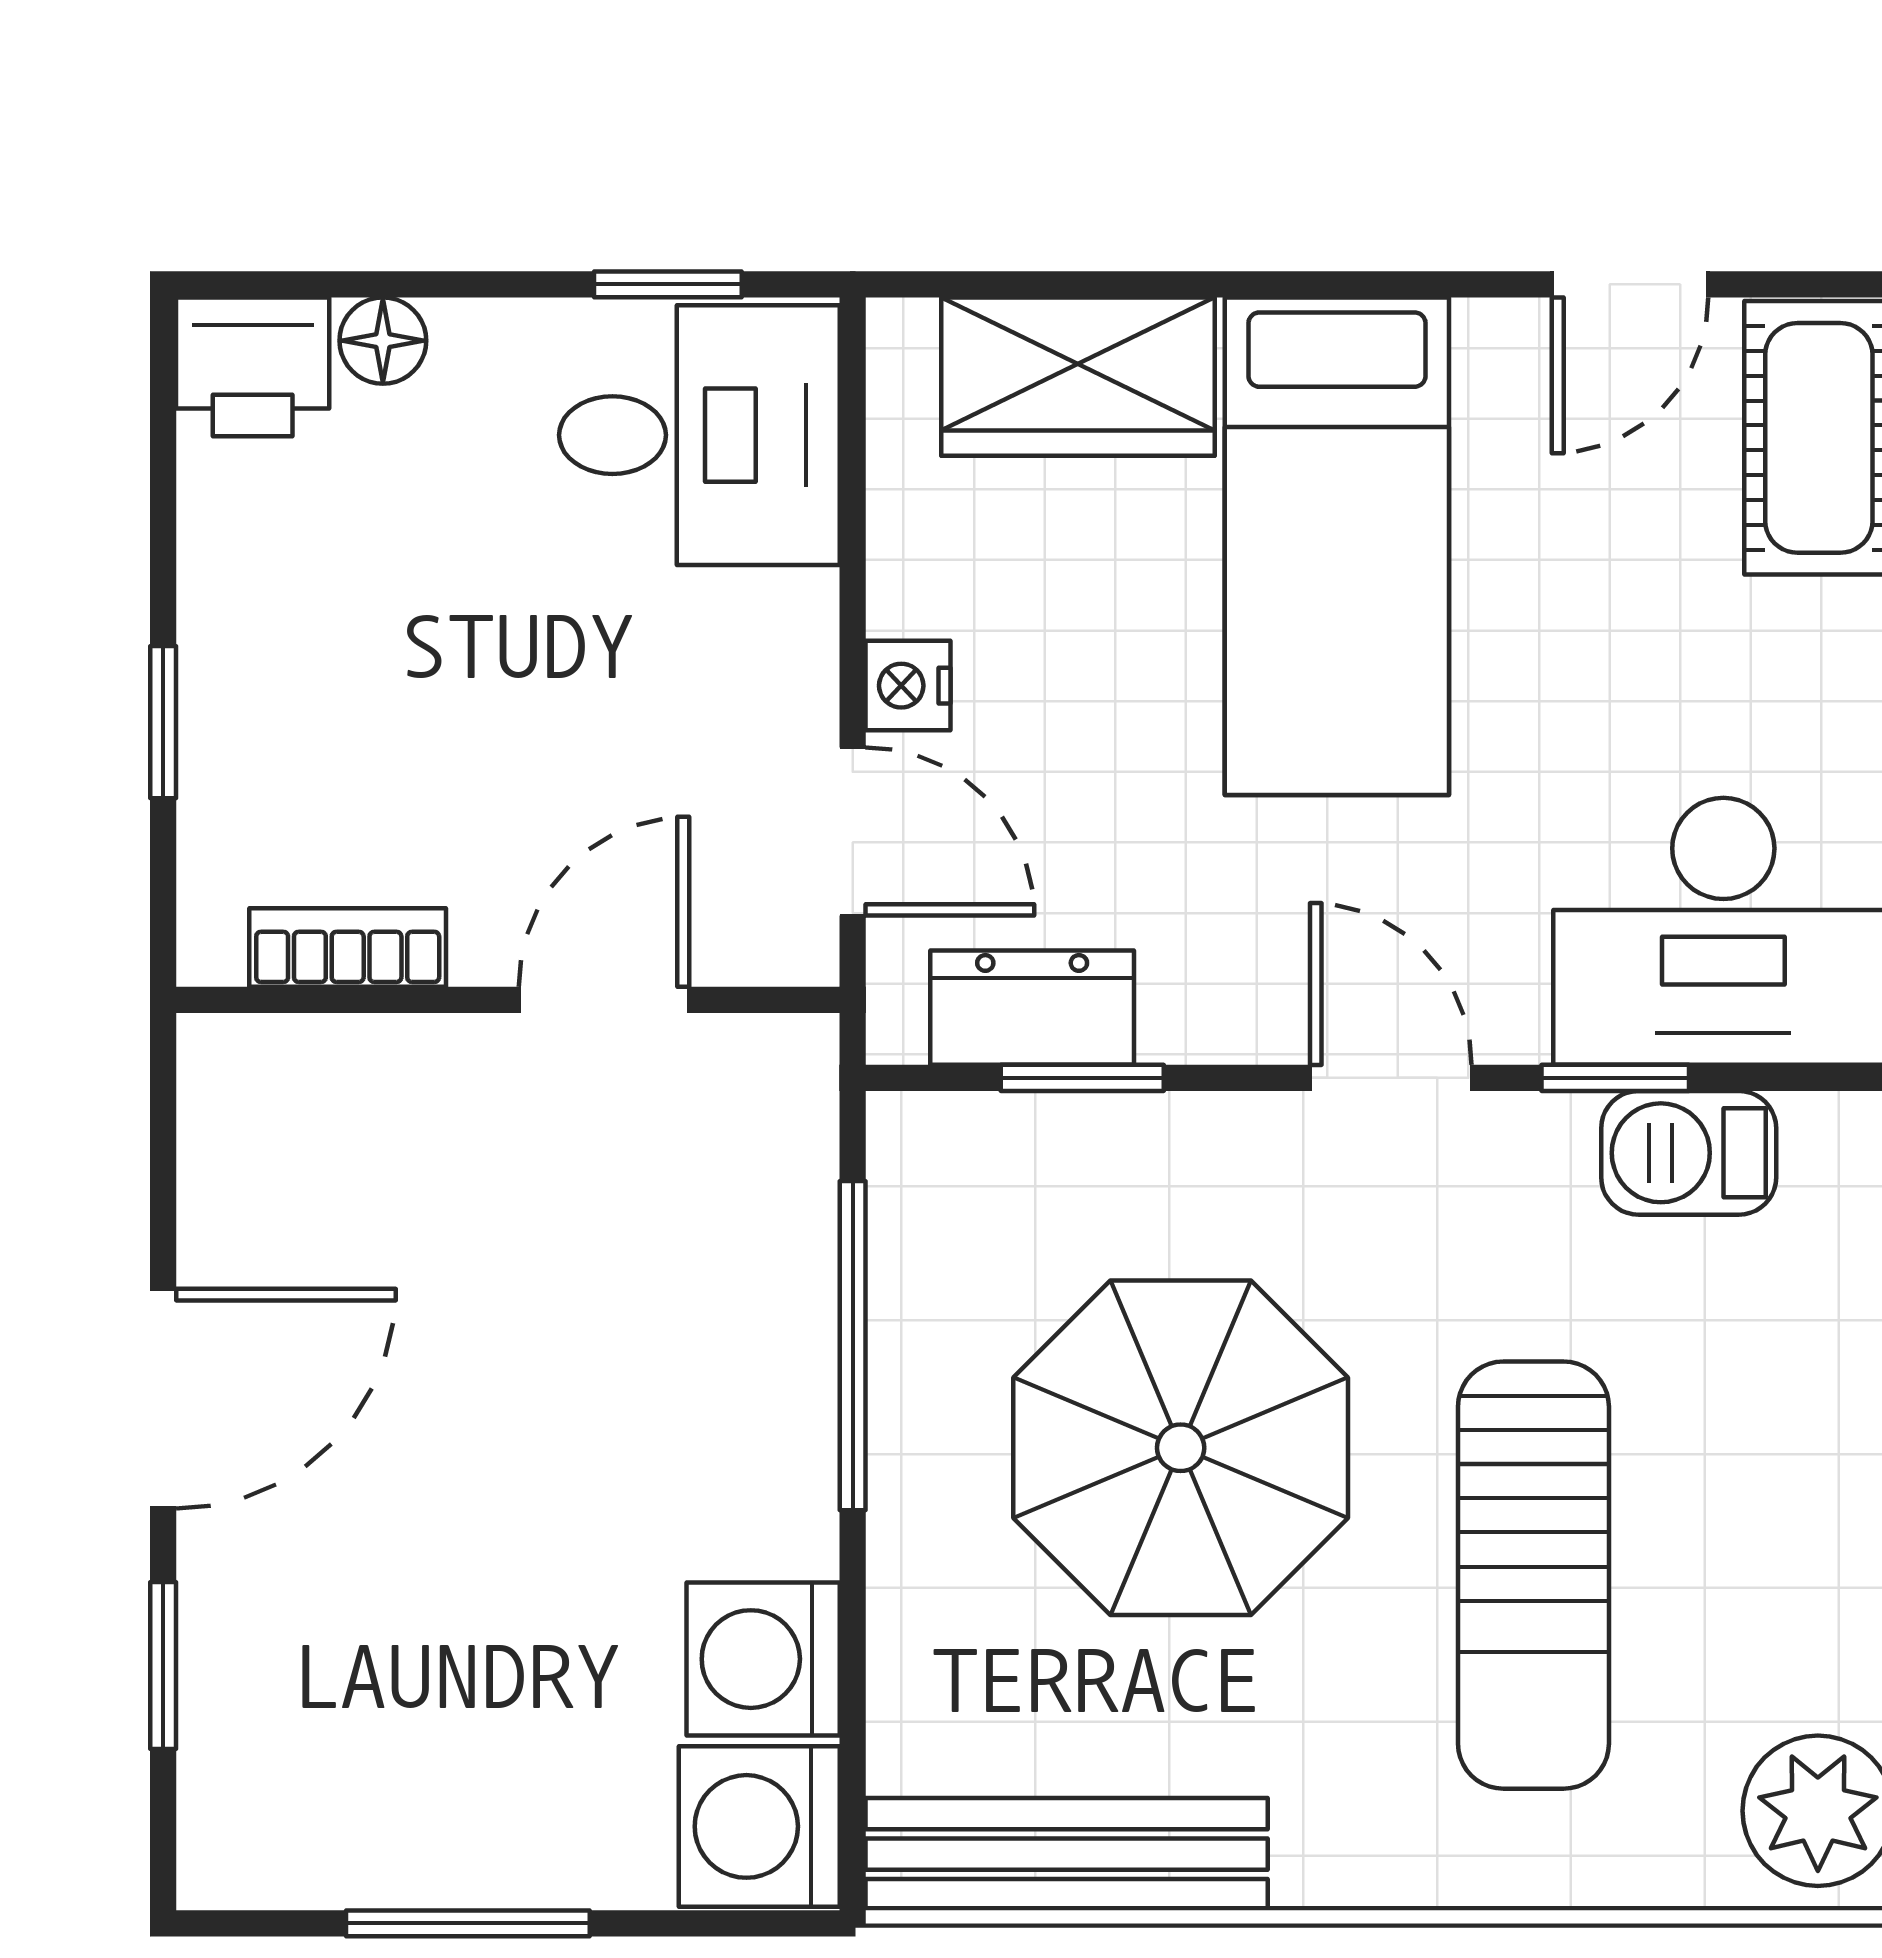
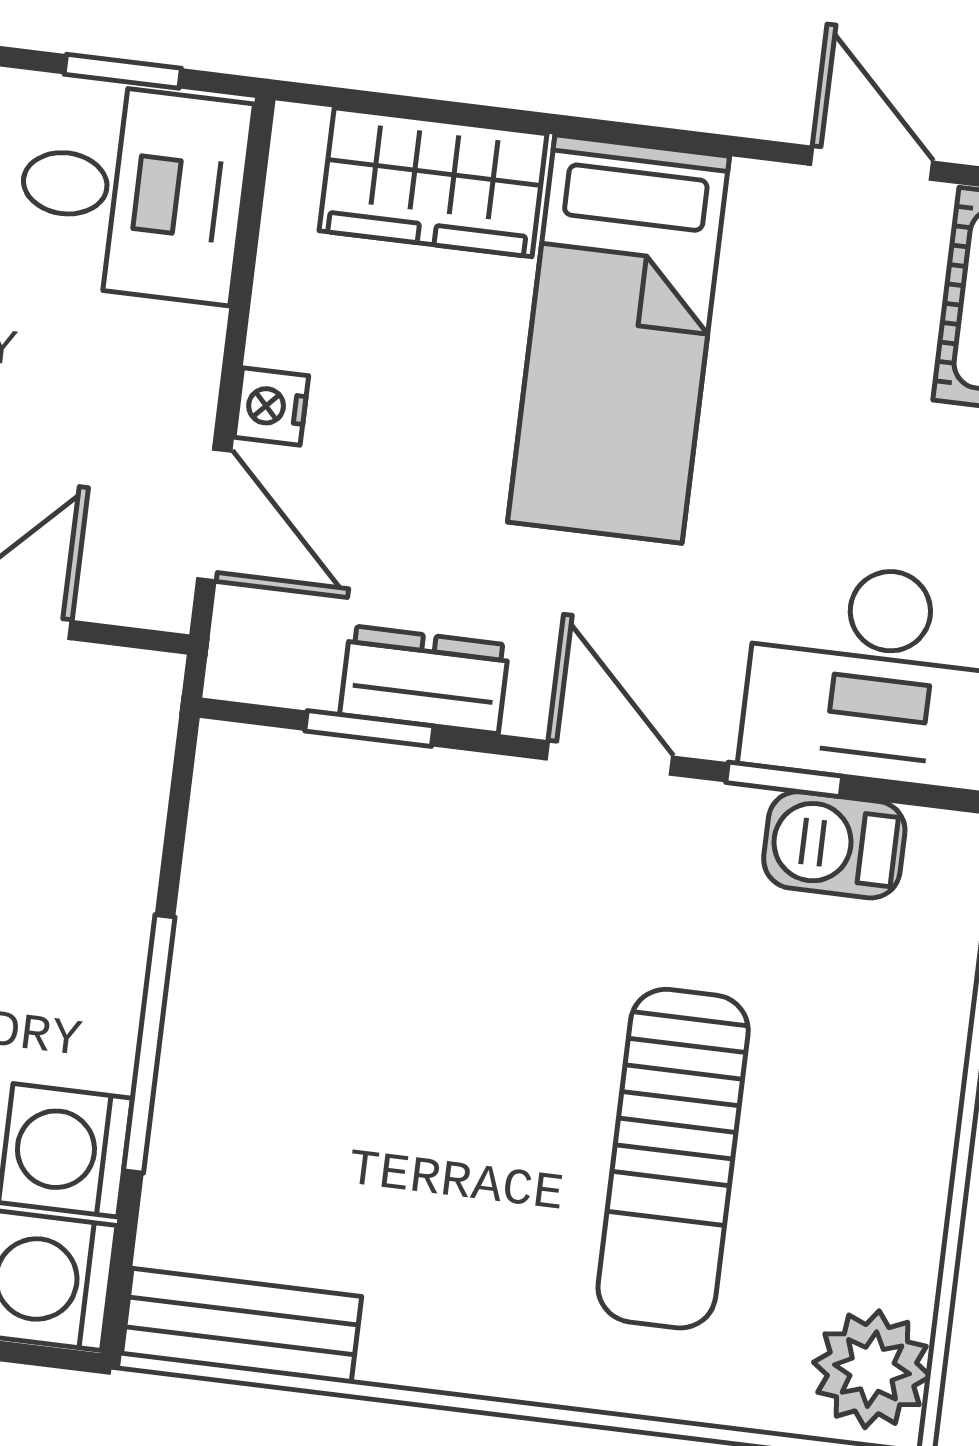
door: (1630, 284) -> (872, 163), swing flipped
dresser: (1032, 1008) -> (424, 680), moved
window: (853, 1346) -> (149, 1044), moved
parasol: (1181, 1448) -> (411, 1026), removed
bench: (1067, 1854) -> (241, 1326), width x0.73

